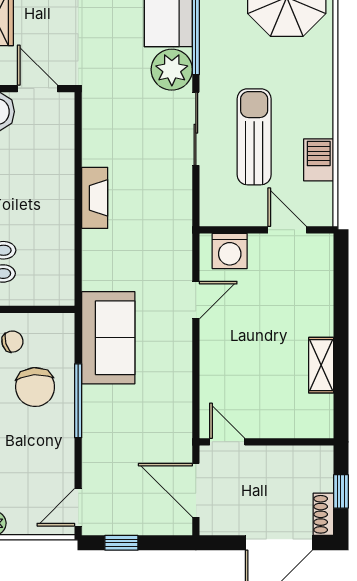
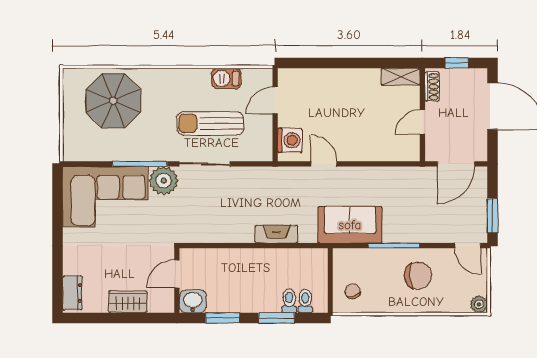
fireplace: (95, 198) -> (276, 234), moved
shelving: (321, 365) -> (401, 77), moved
chair: (35, 387) -> (418, 276), moved
door: (227, 442) -> (422, 122), moved
shoe rack: (323, 514) -> (432, 87), moved, turned -90
window: (121, 543) -> (493, 216), width x1.50

